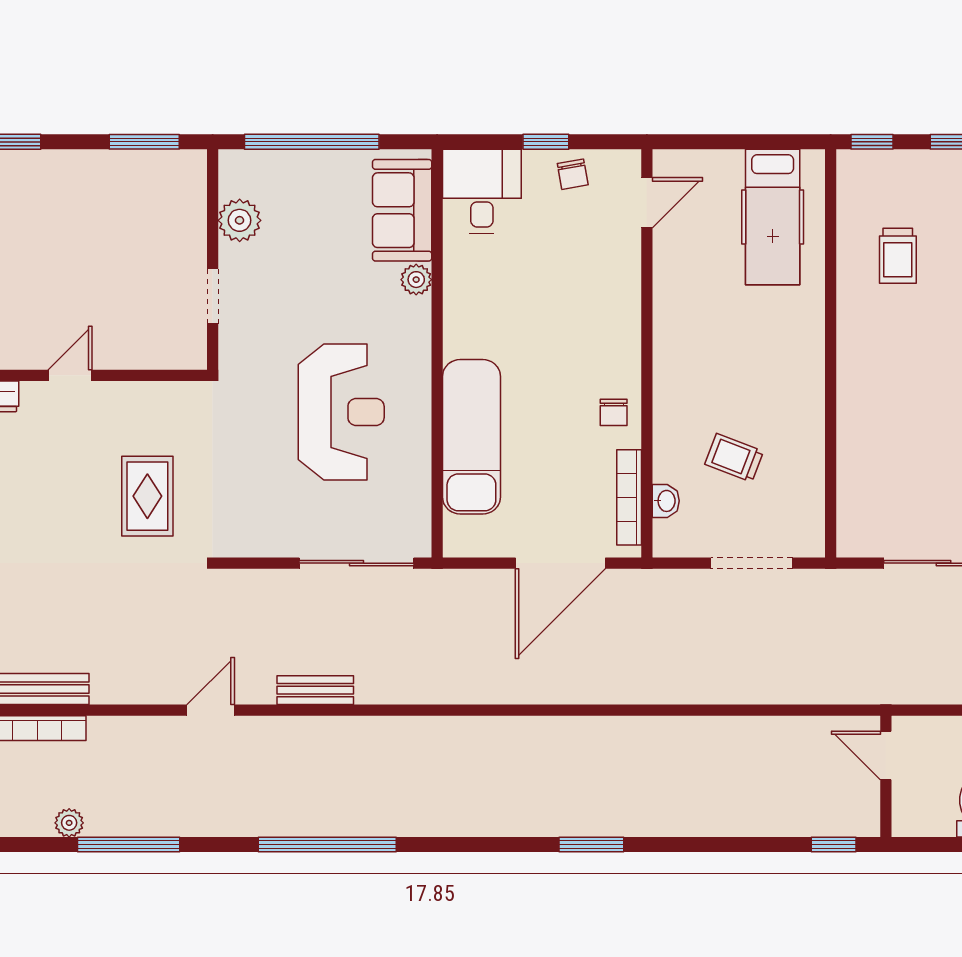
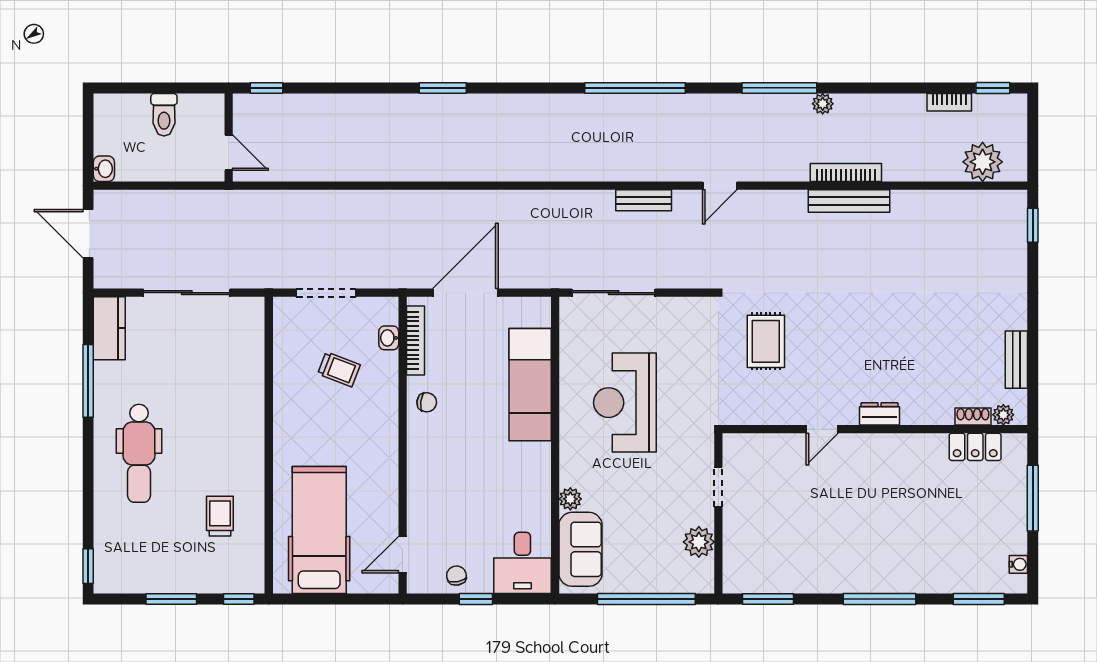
hospital bed: (773, 217) -> (319, 530), width x1.37, depth x1.29
chair: (614, 412) -> (427, 402), turned 97

